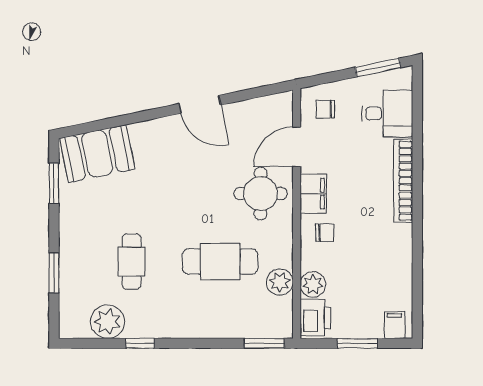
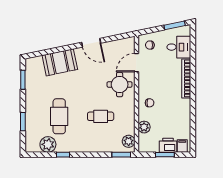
booth: (97, 154) -> (60, 62), moved
filing cabinet: (313, 194) -> (144, 85), removed
cafe table: (132, 262) -> (59, 116), width x1.37, depth x1.35
cafe table: (220, 262) -> (101, 116), width x0.73, depth x0.74
plant: (280, 282) -> (129, 141), moved
printer: (315, 318) -> (168, 145), moved, turned -90

